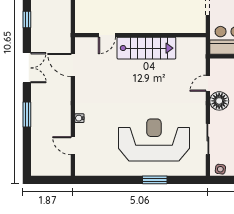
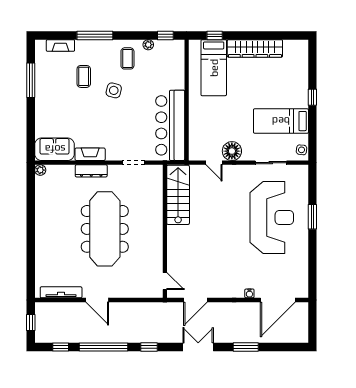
door: (107, 35) -> (165, 281), moved
stairs: (146, 48) -> (178, 195), moved
reception desk: (154, 140) -> (272, 218), turned 180
door: (73, 146) -> (278, 300), width x1.87

